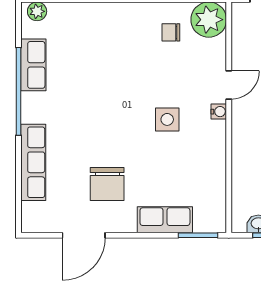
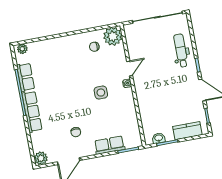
row of seats: (33, 162) -> (32, 112), moved
chair: (107, 184) -> (76, 132), width x0.54, depth x0.54
plant: (33, 220) -> (41, 158), added

